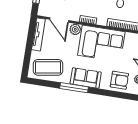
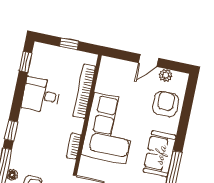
plant: (75, 29) -> (87, 166), removed

